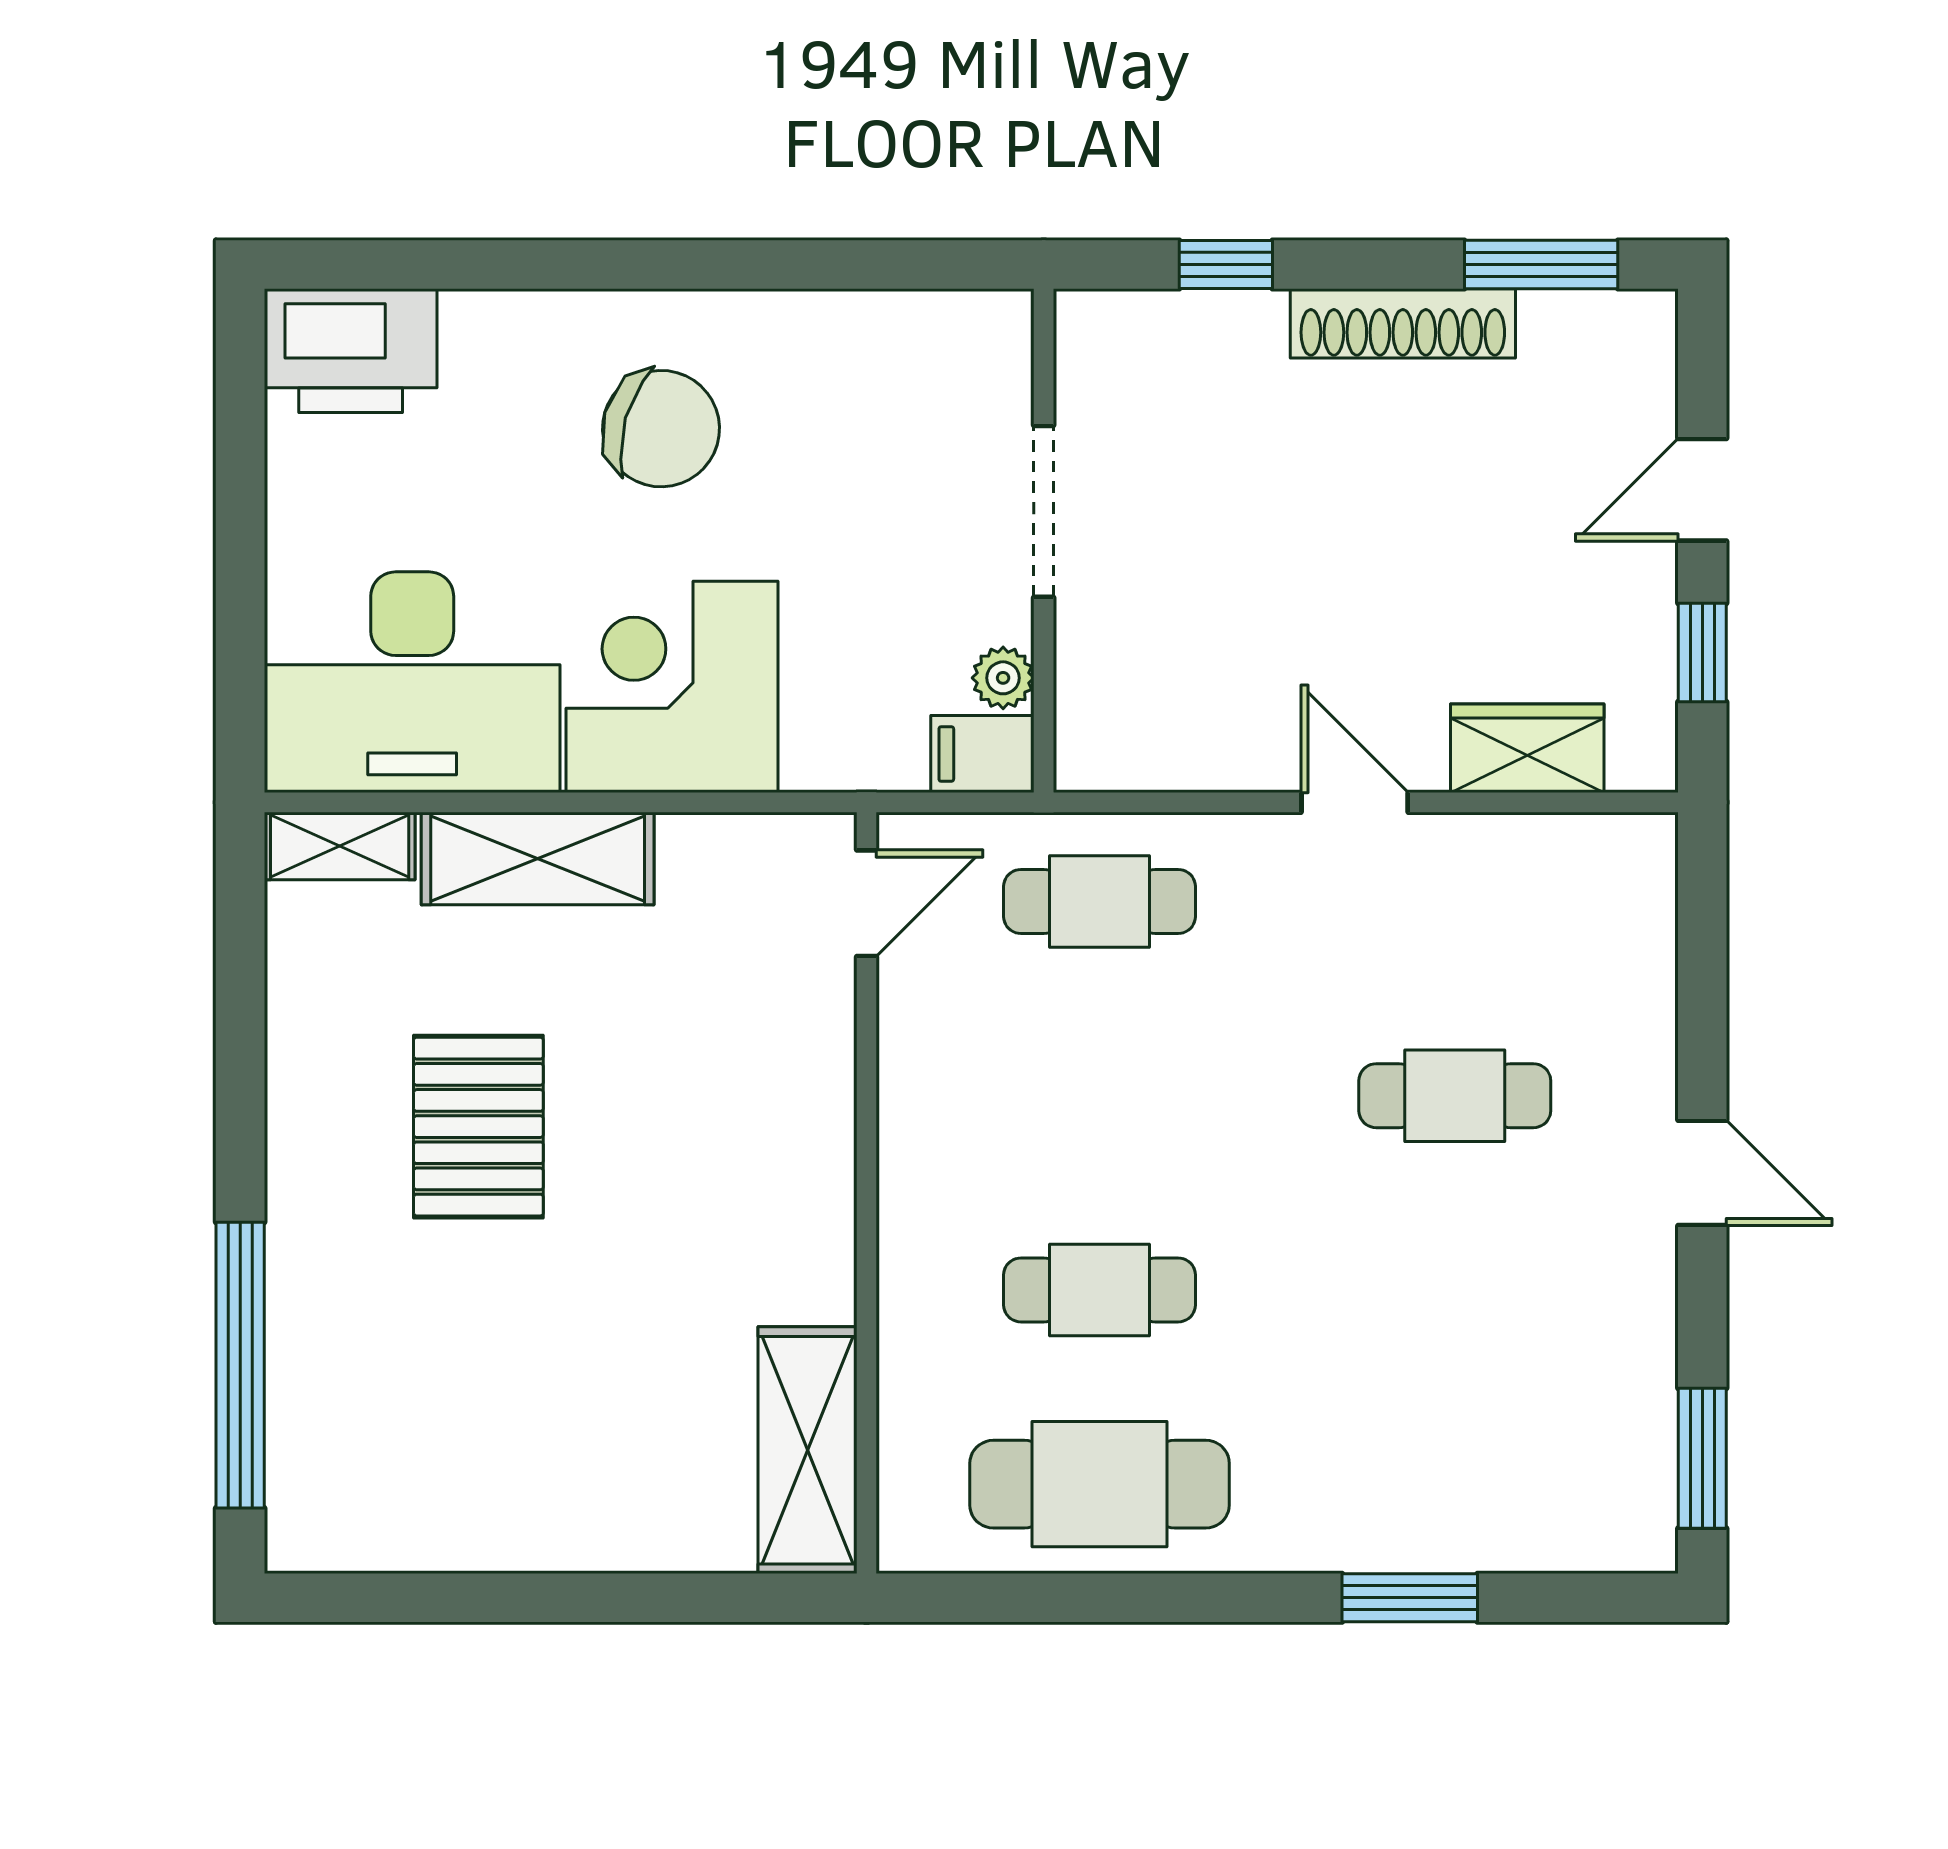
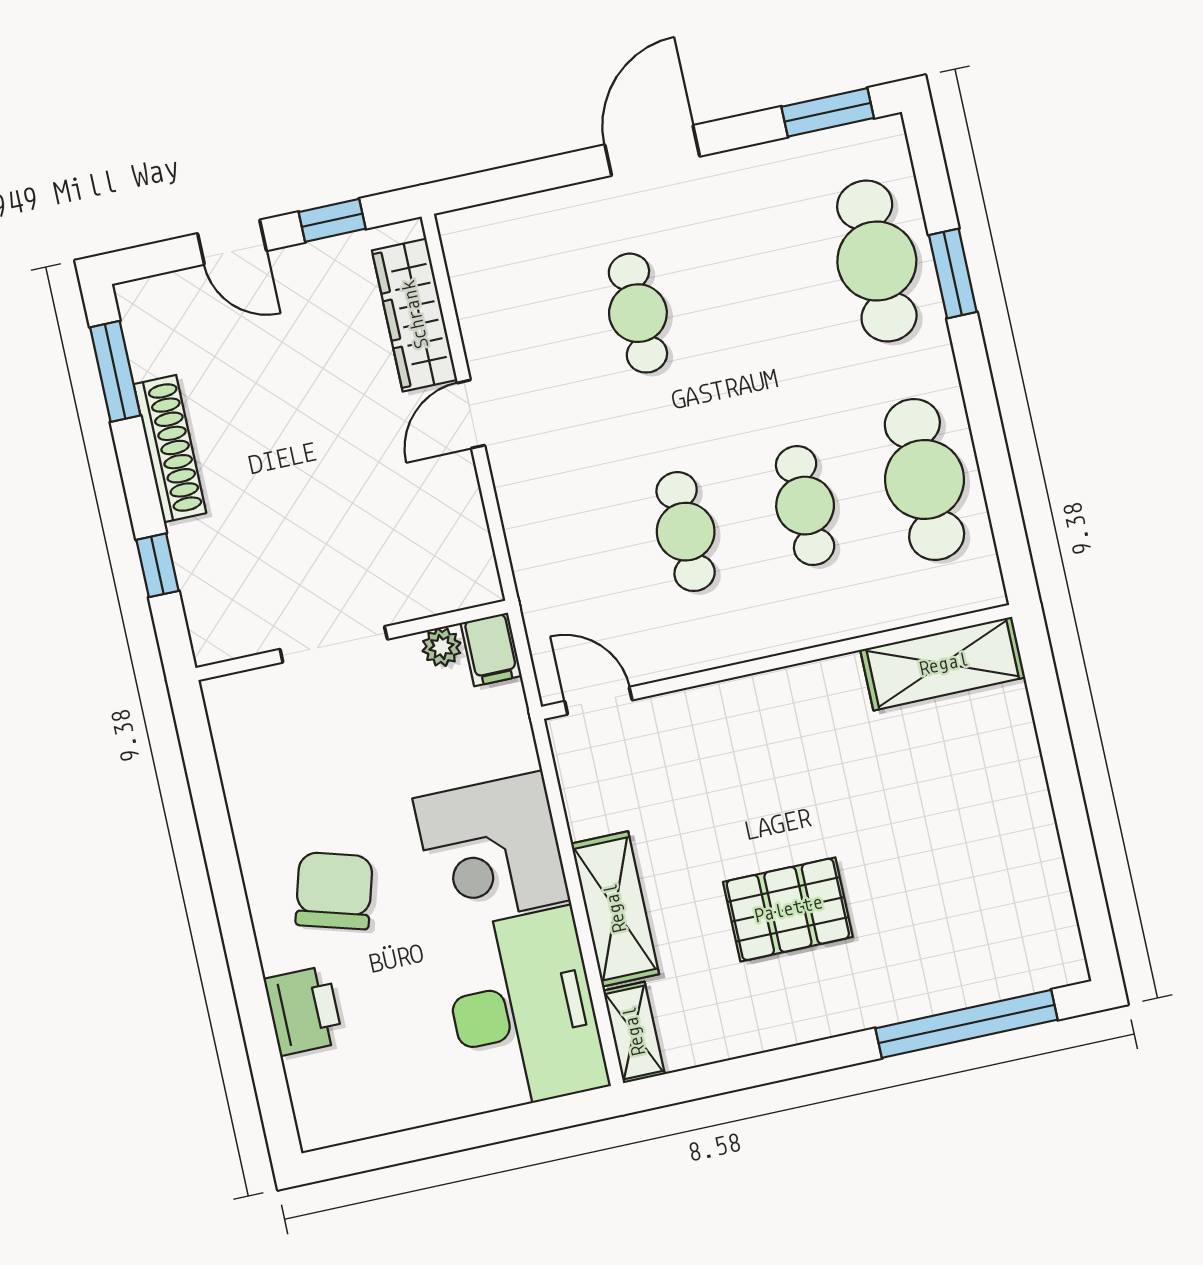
printer: (351, 351) -> (304, 1011), moved, width x0.73, depth x0.84
wardrobe: (1527, 748) -> (415, 315), width x1.50
cafe table: (1100, 901) -> (686, 532), moved
door: (1702, 1173) -> (652, 151), width x1.38
cafe table: (1455, 1484) -> (877, 261), added

